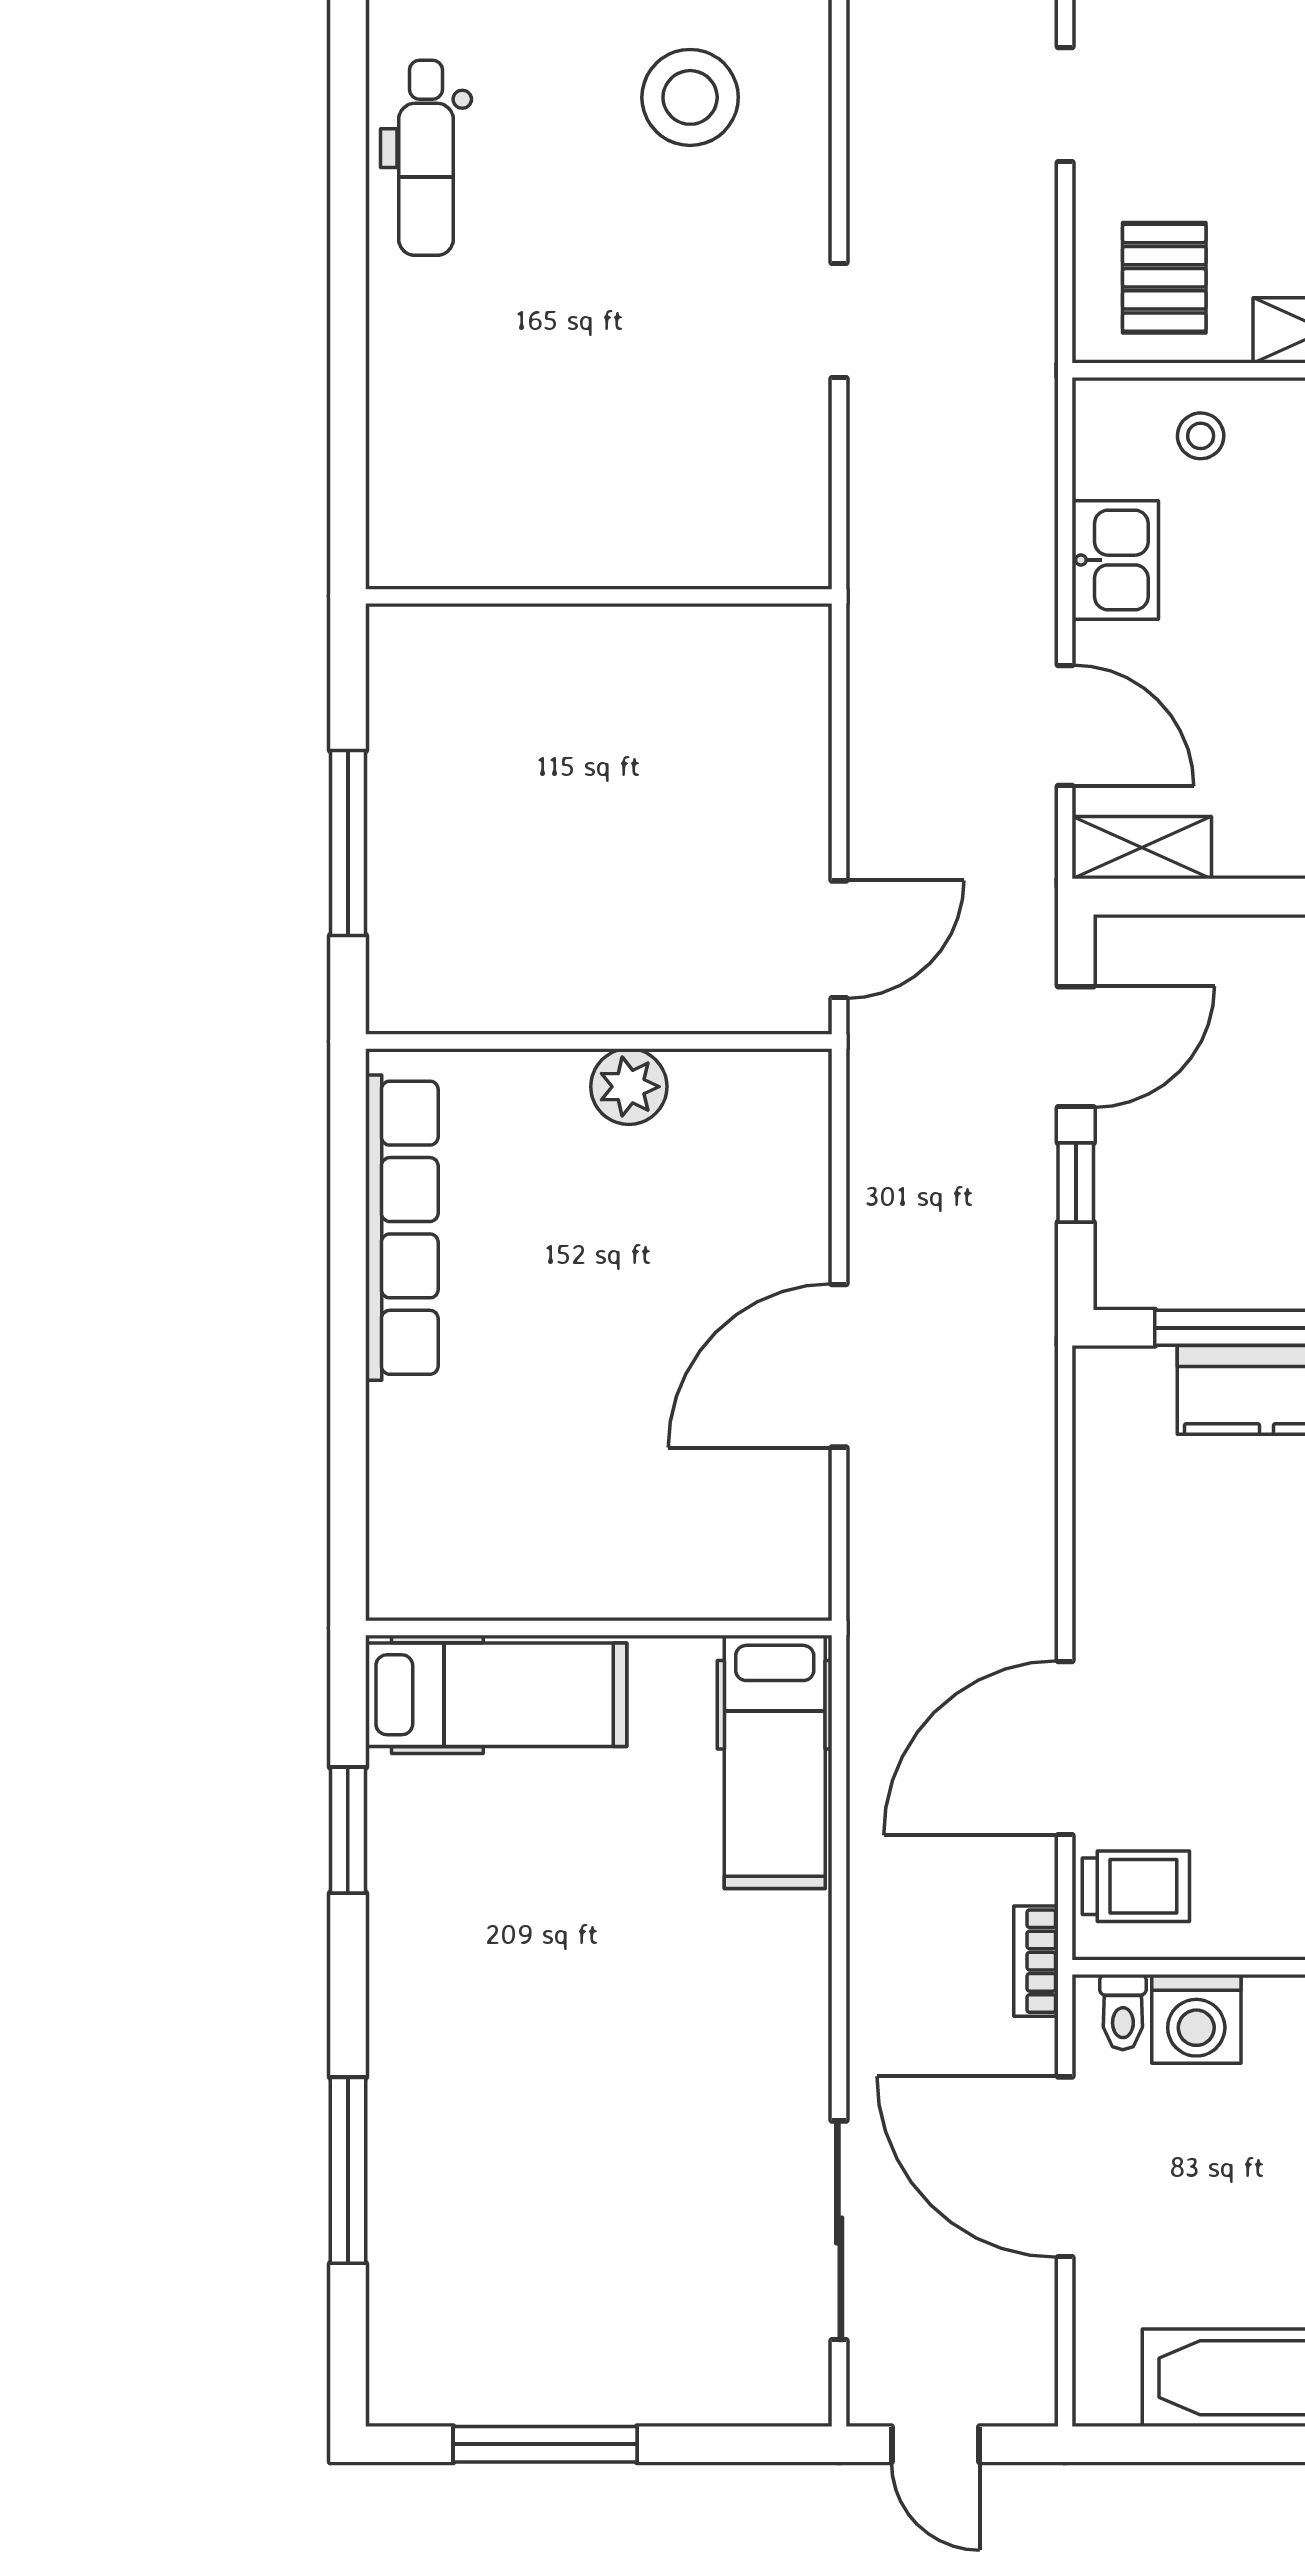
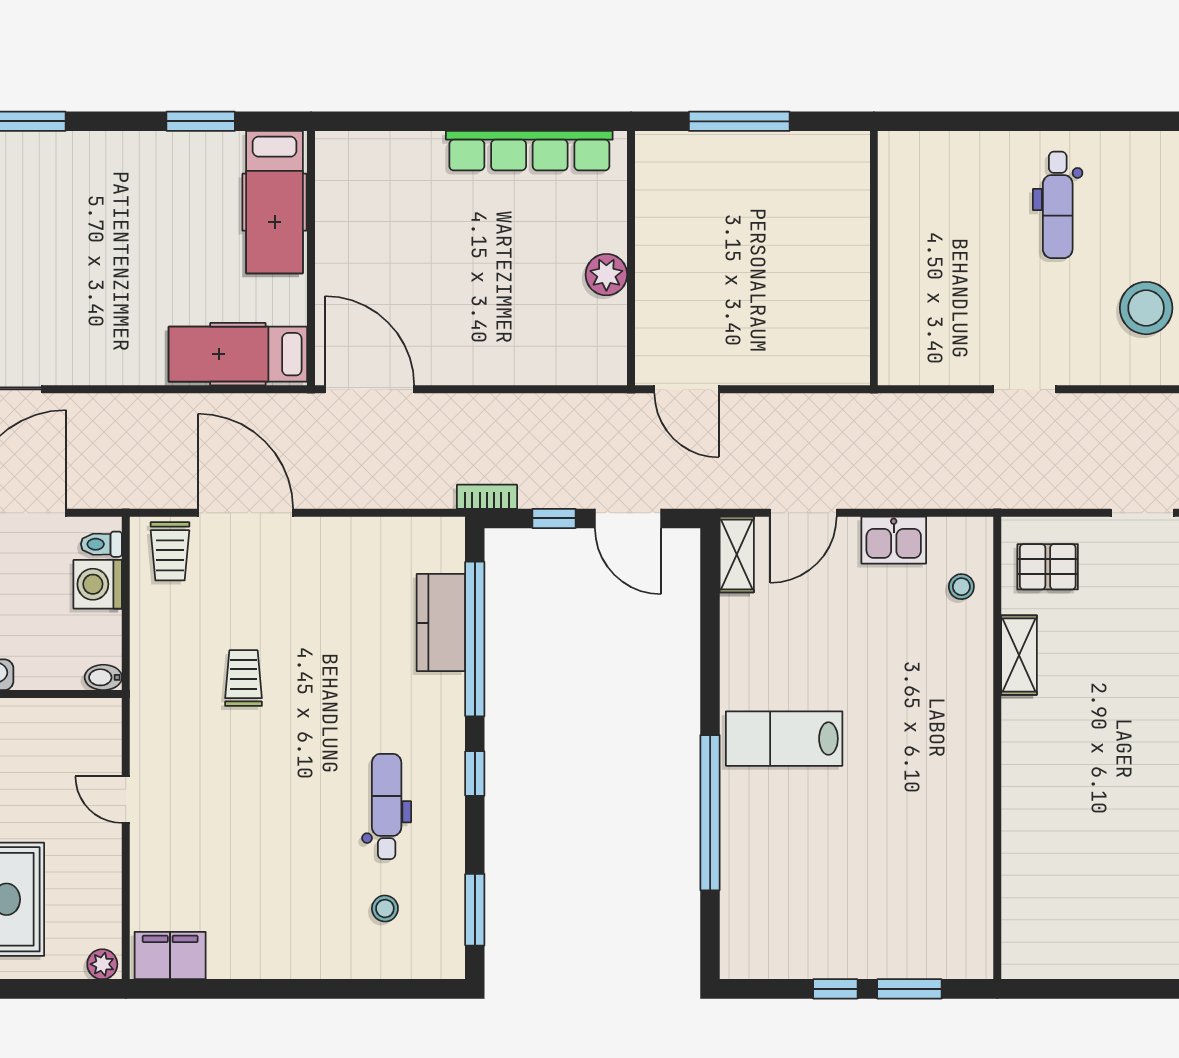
dental chair: (426, 158) -> (1058, 205), moved, turned -90
door: (839, 1366) -> (369, 389), moved
bookcase: (1036, 1961) -> (487, 497), moved

